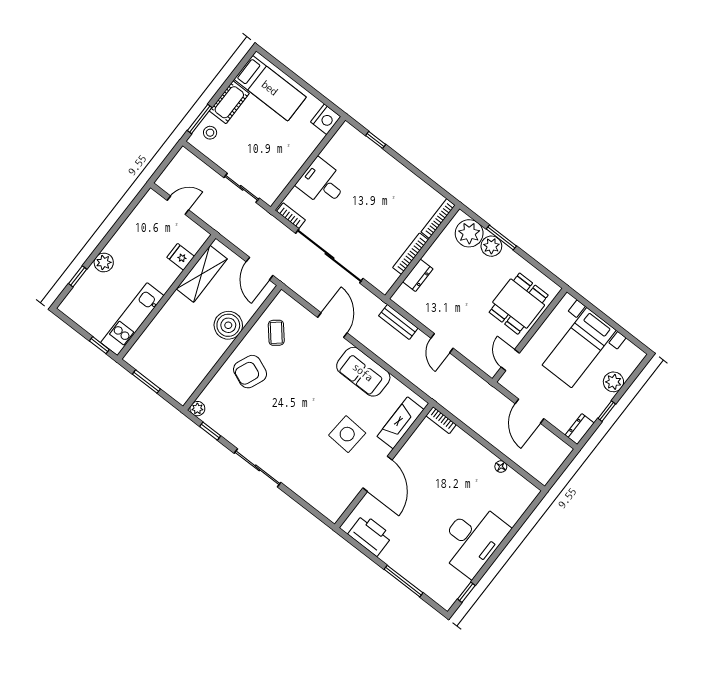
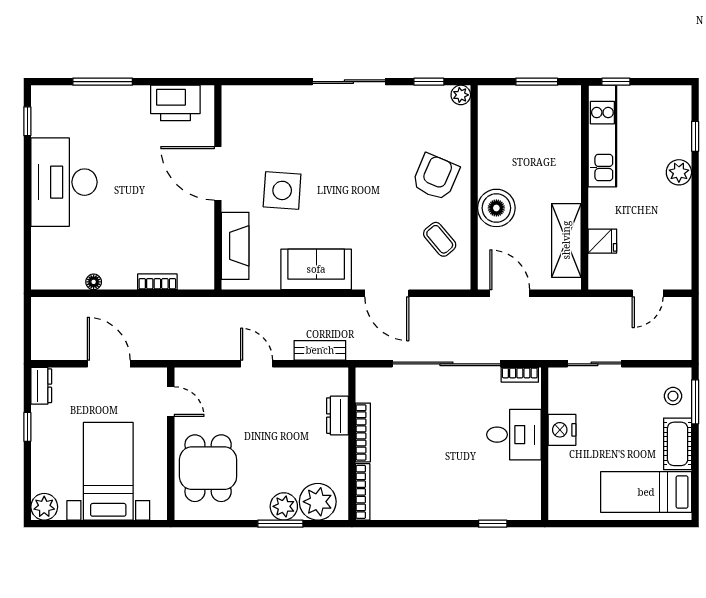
nightstand: (326, 119) -> (562, 430), moved
plant: (613, 382) -> (44, 507), moved
bookcase: (441, 420) -> (157, 282), moved

